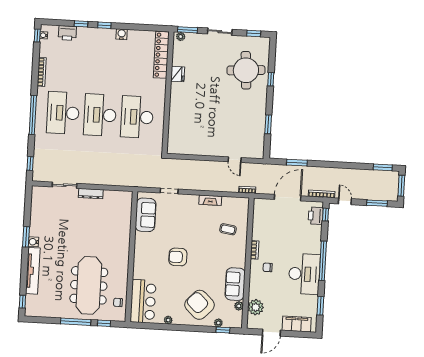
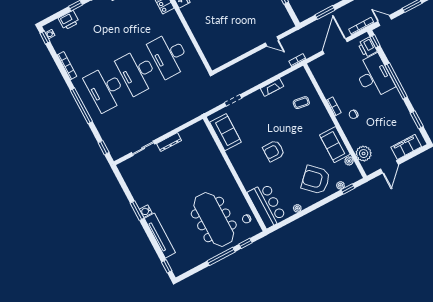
desk: (304, 274) -> (374, 76), moved

